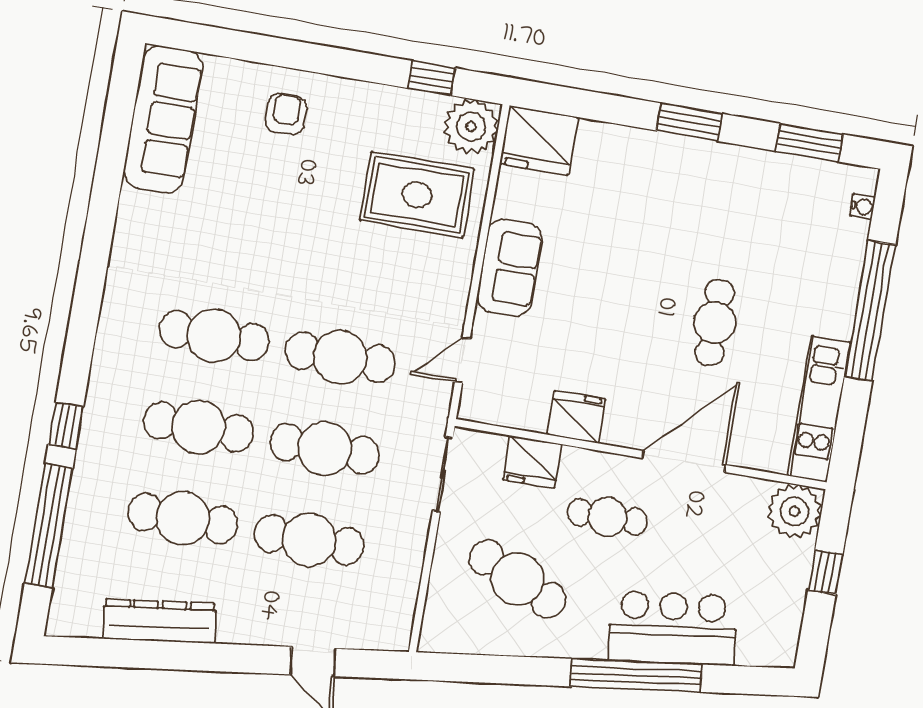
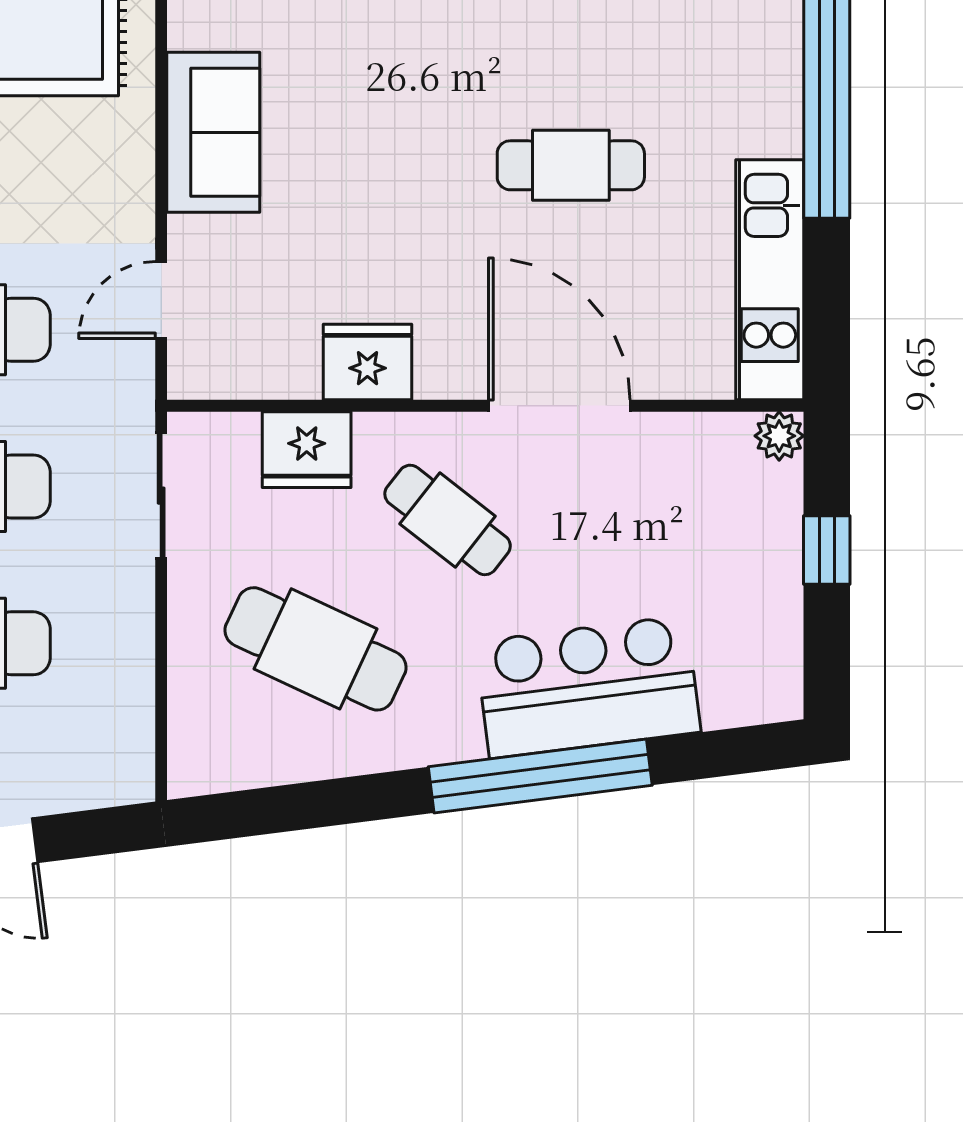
cafe table: (715, 322) -> (571, 165), turned 90
door: (684, 461) -> (559, 406), hinge flipped
plant: (794, 511) -> (779, 436), width x0.53, depth x0.53
cafe table: (607, 517) -> (448, 520), turned 38

